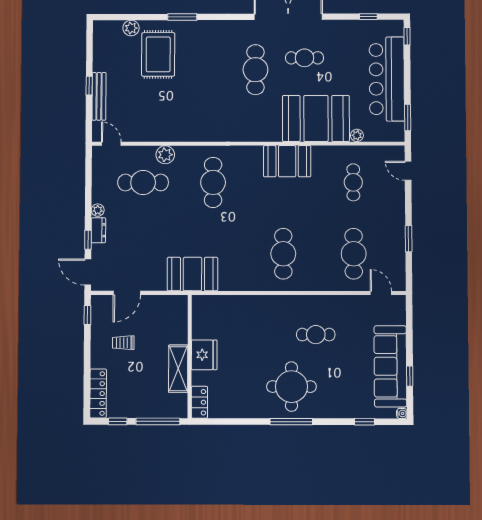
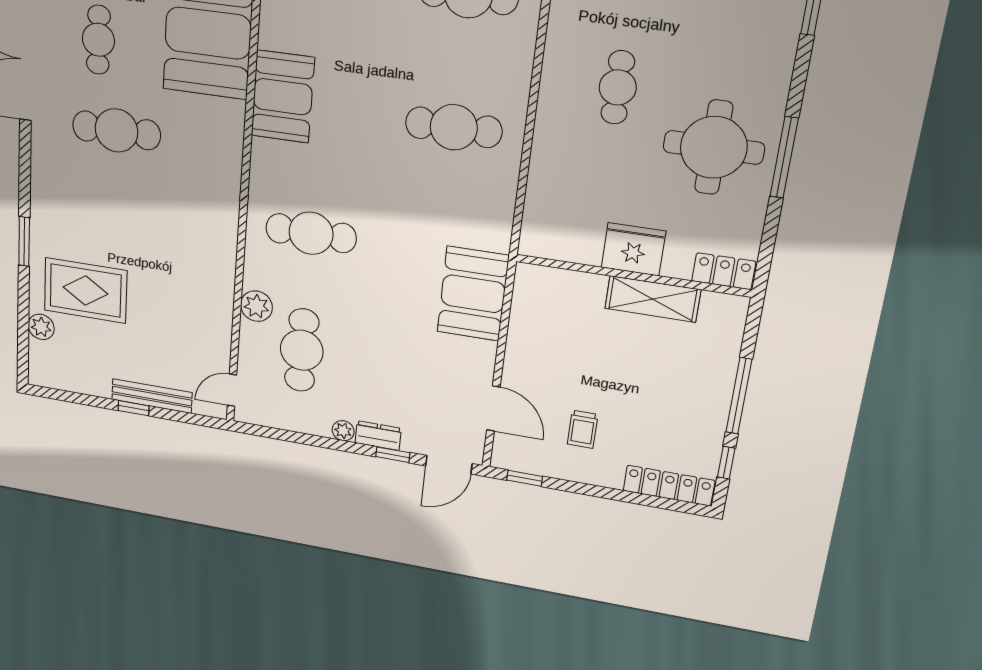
fridge: (204, 355) -> (633, 249), moved
wall: (190, 356) -> (632, 276), moved
shelving: (178, 369) -> (653, 299), moved
locker: (199, 402) -> (724, 271), moved

